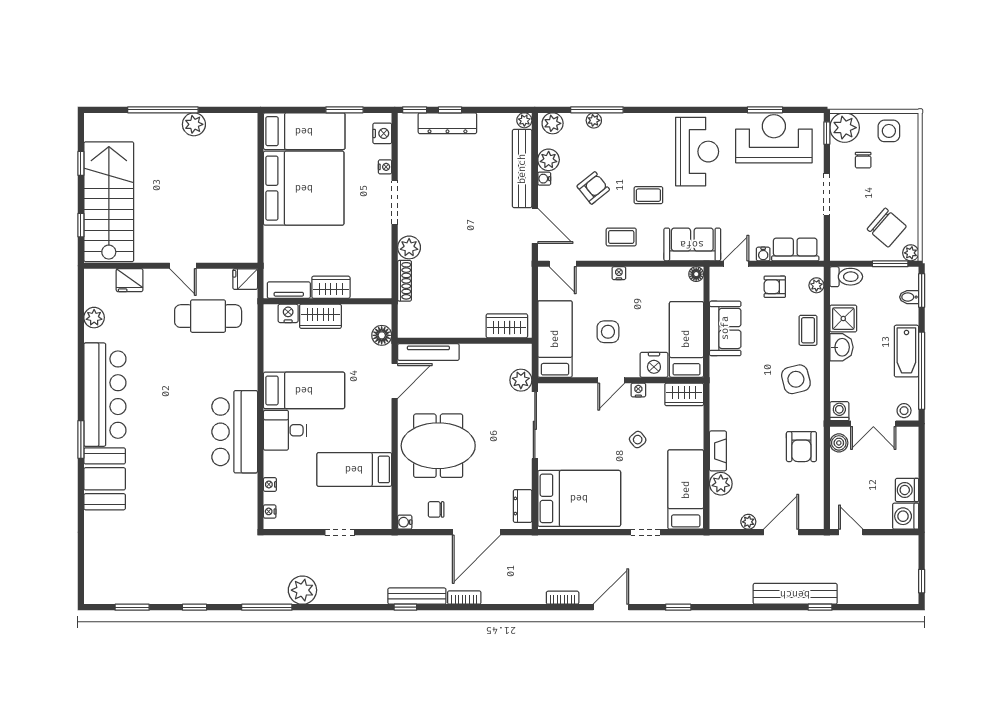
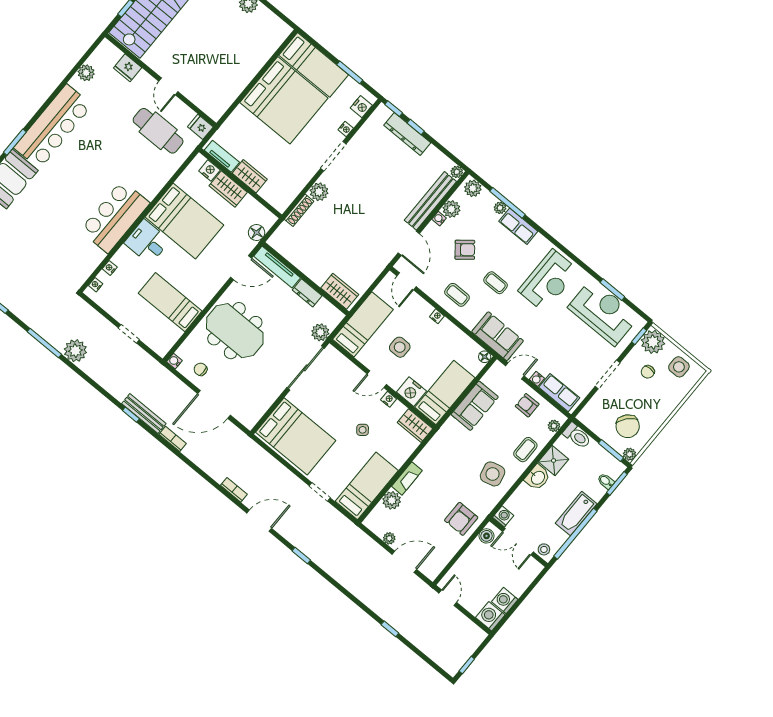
row of seats: (626, 124) -> (518, 226), added
bed: (304, 390) -> (184, 221), width x1.50
dresser: (523, 506) -> (307, 293), moved, turned -90
bench: (795, 594) -> (381, 608), removed

